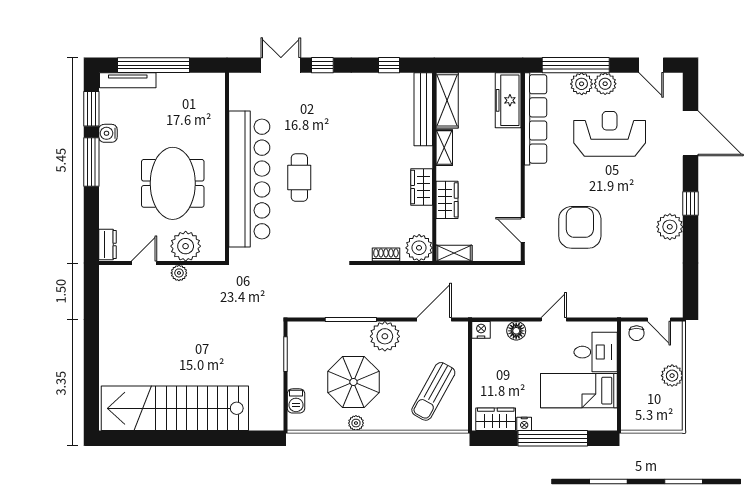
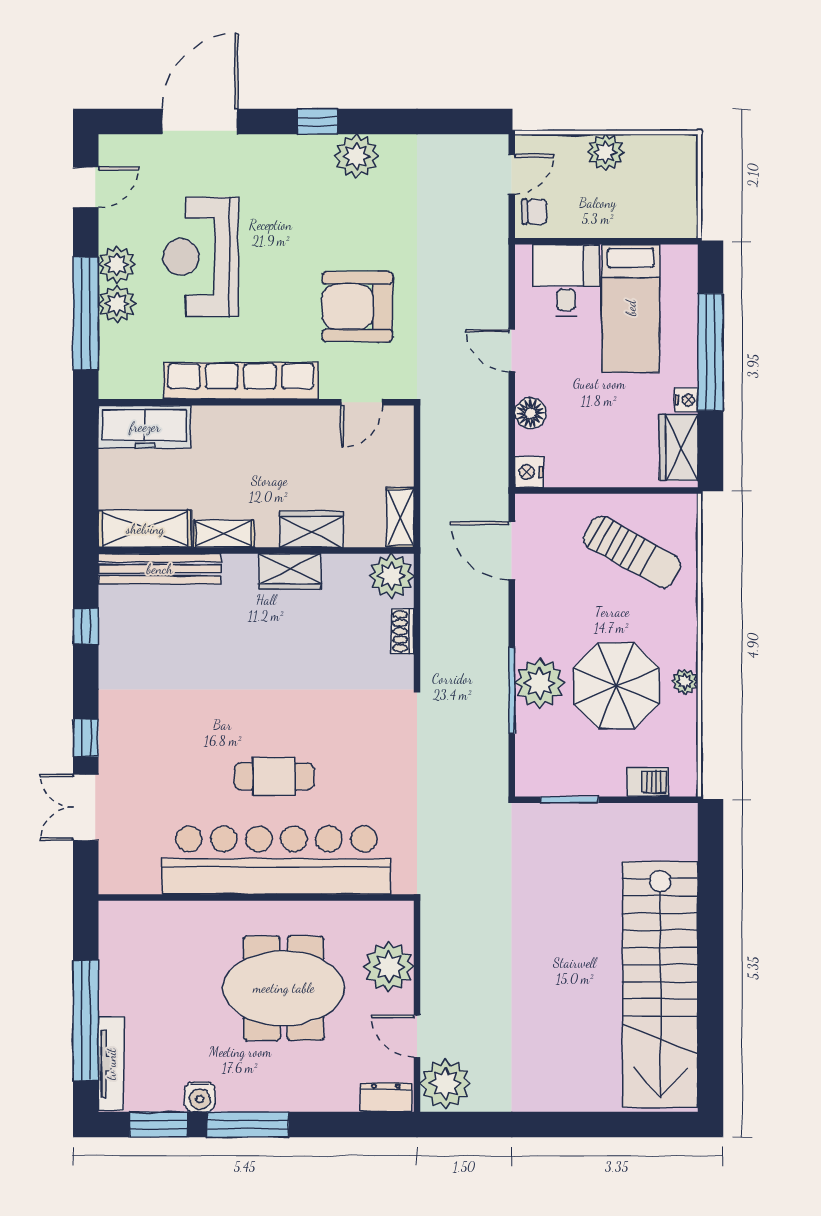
row of seats: (536, 119) -> (241, 381), moved
plant: (179, 273) -> (445, 1084), moved, width x1.87, depth x1.87
plant: (385, 336) -> (540, 683), moved

